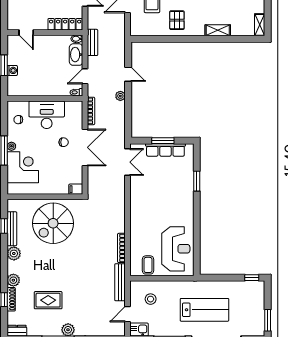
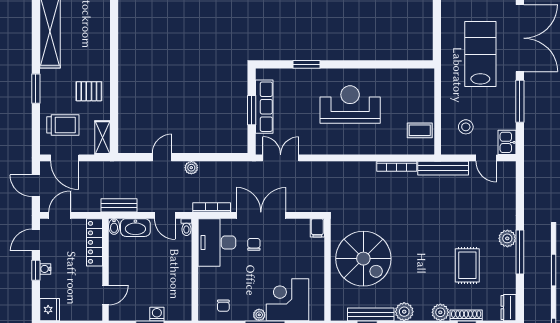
shelving: (218, 30) -> (103, 138), moved
desk: (47, 115) -> (217, 242), moved
reception desk: (176, 249) -> (350, 105), moved

